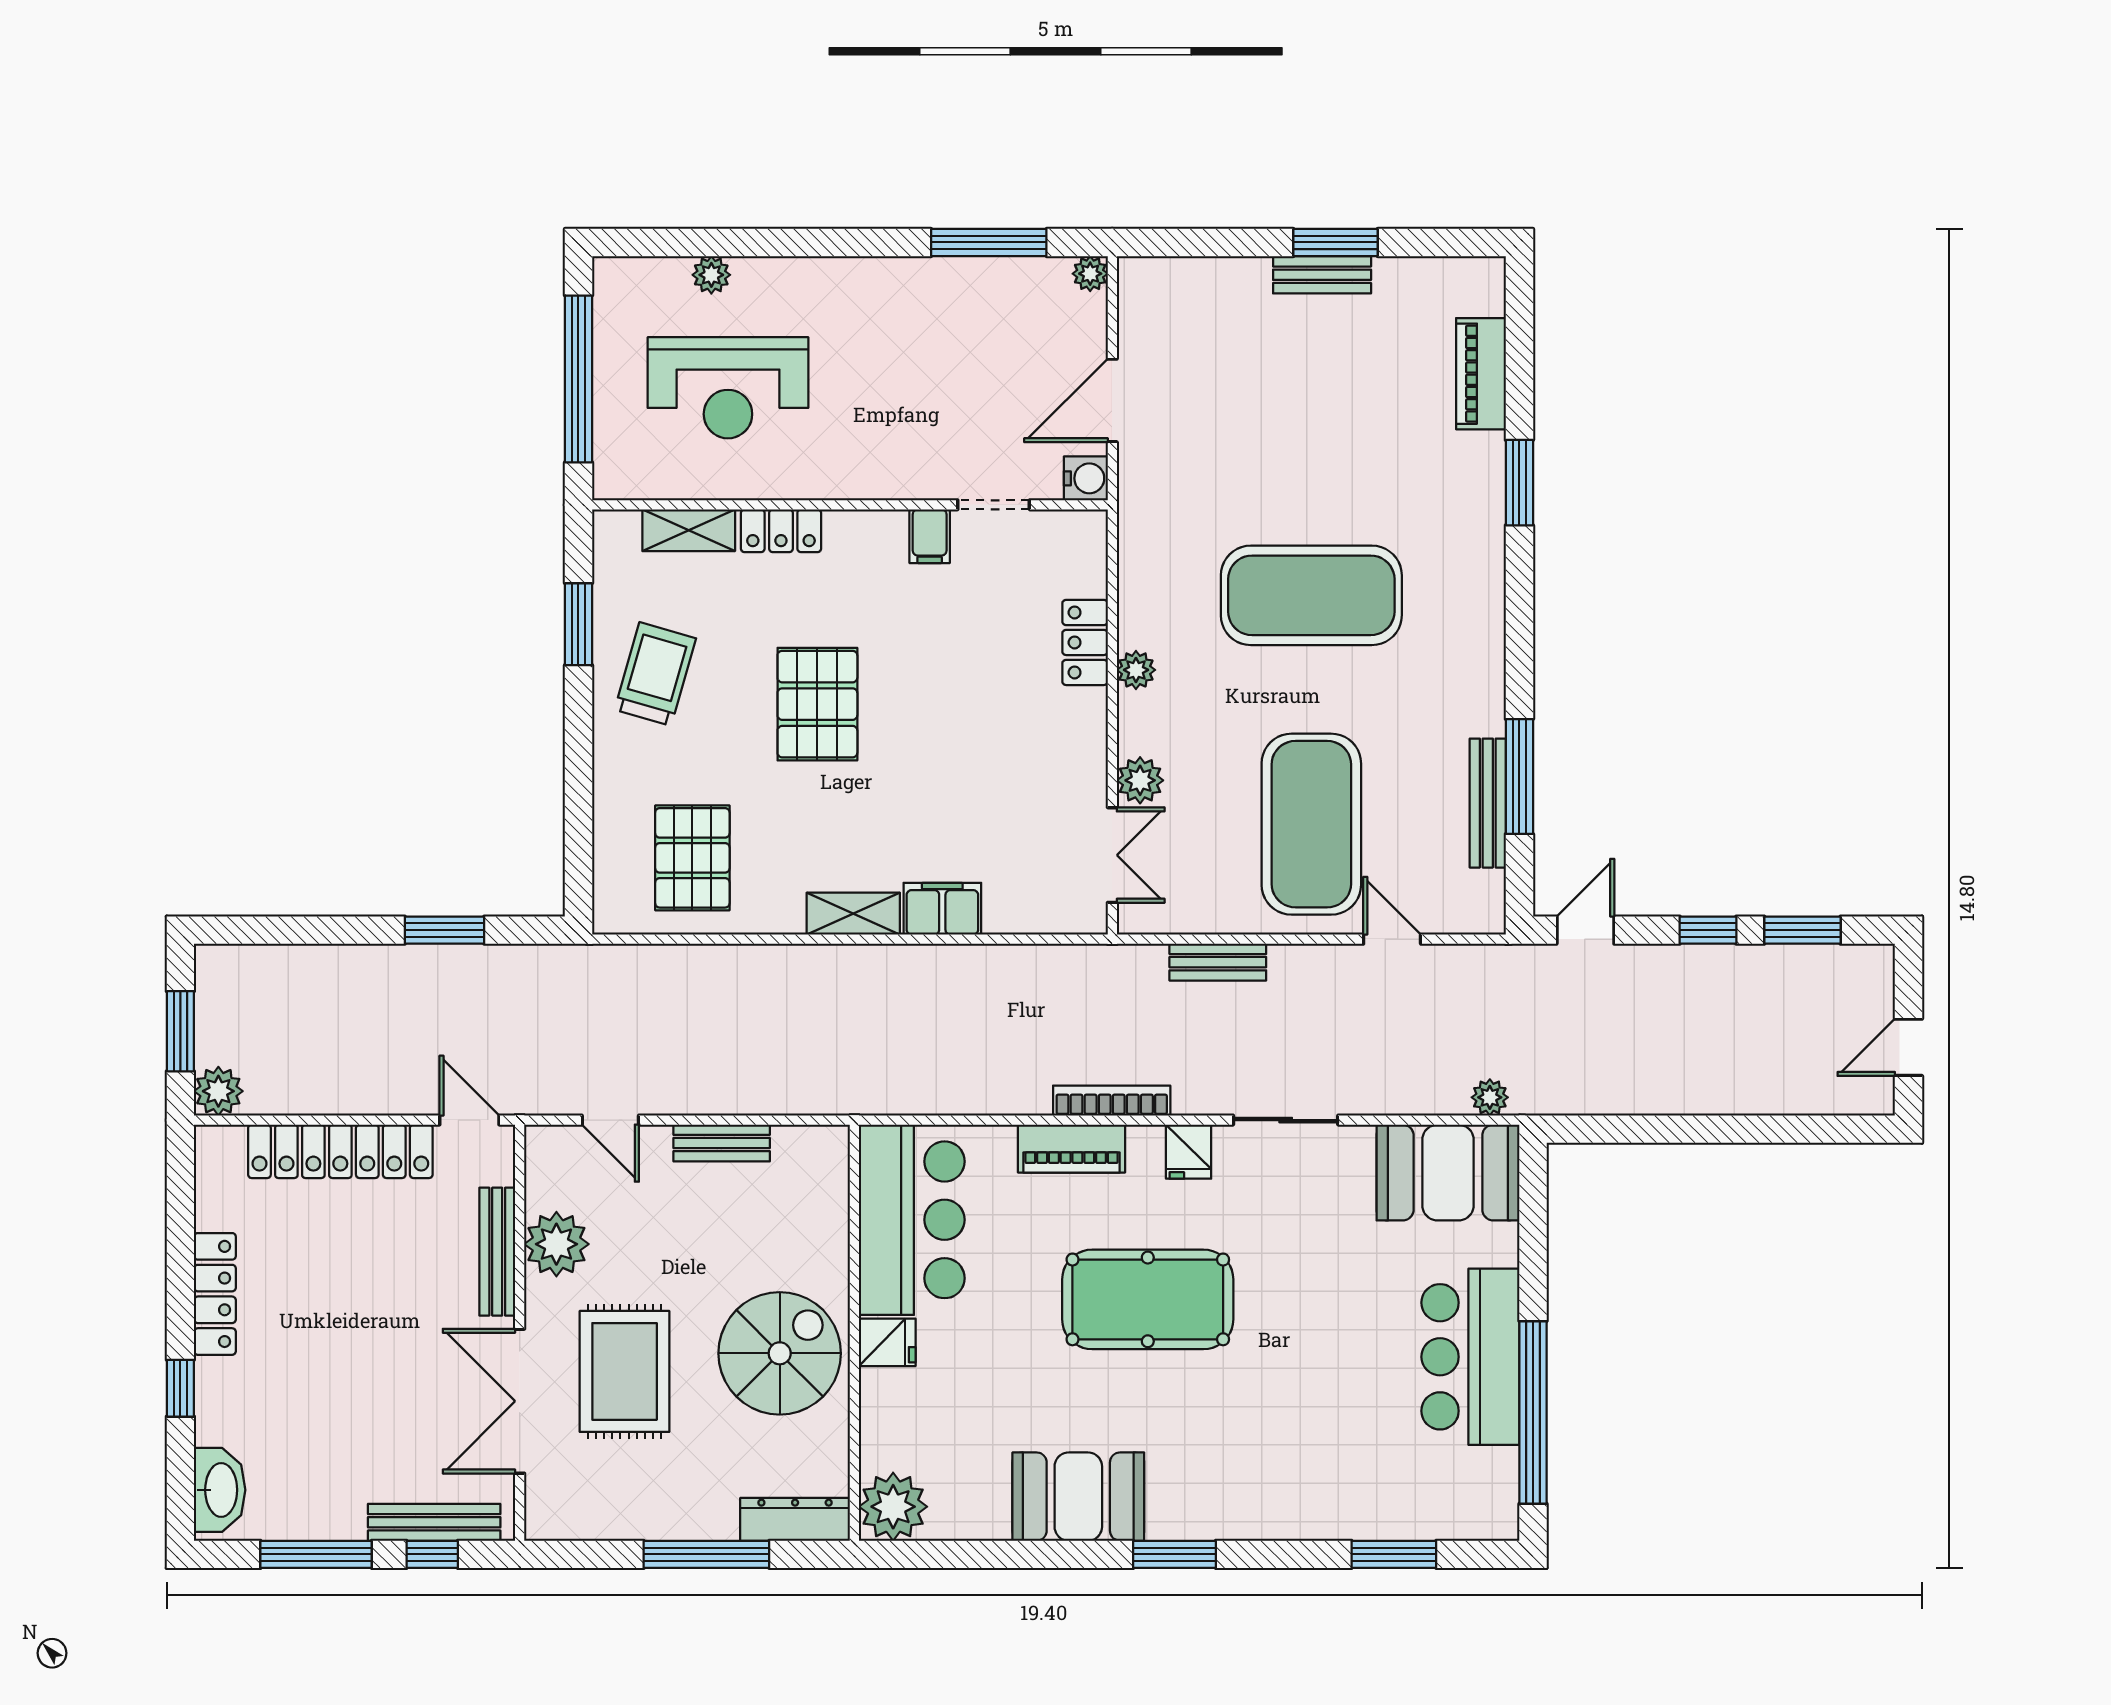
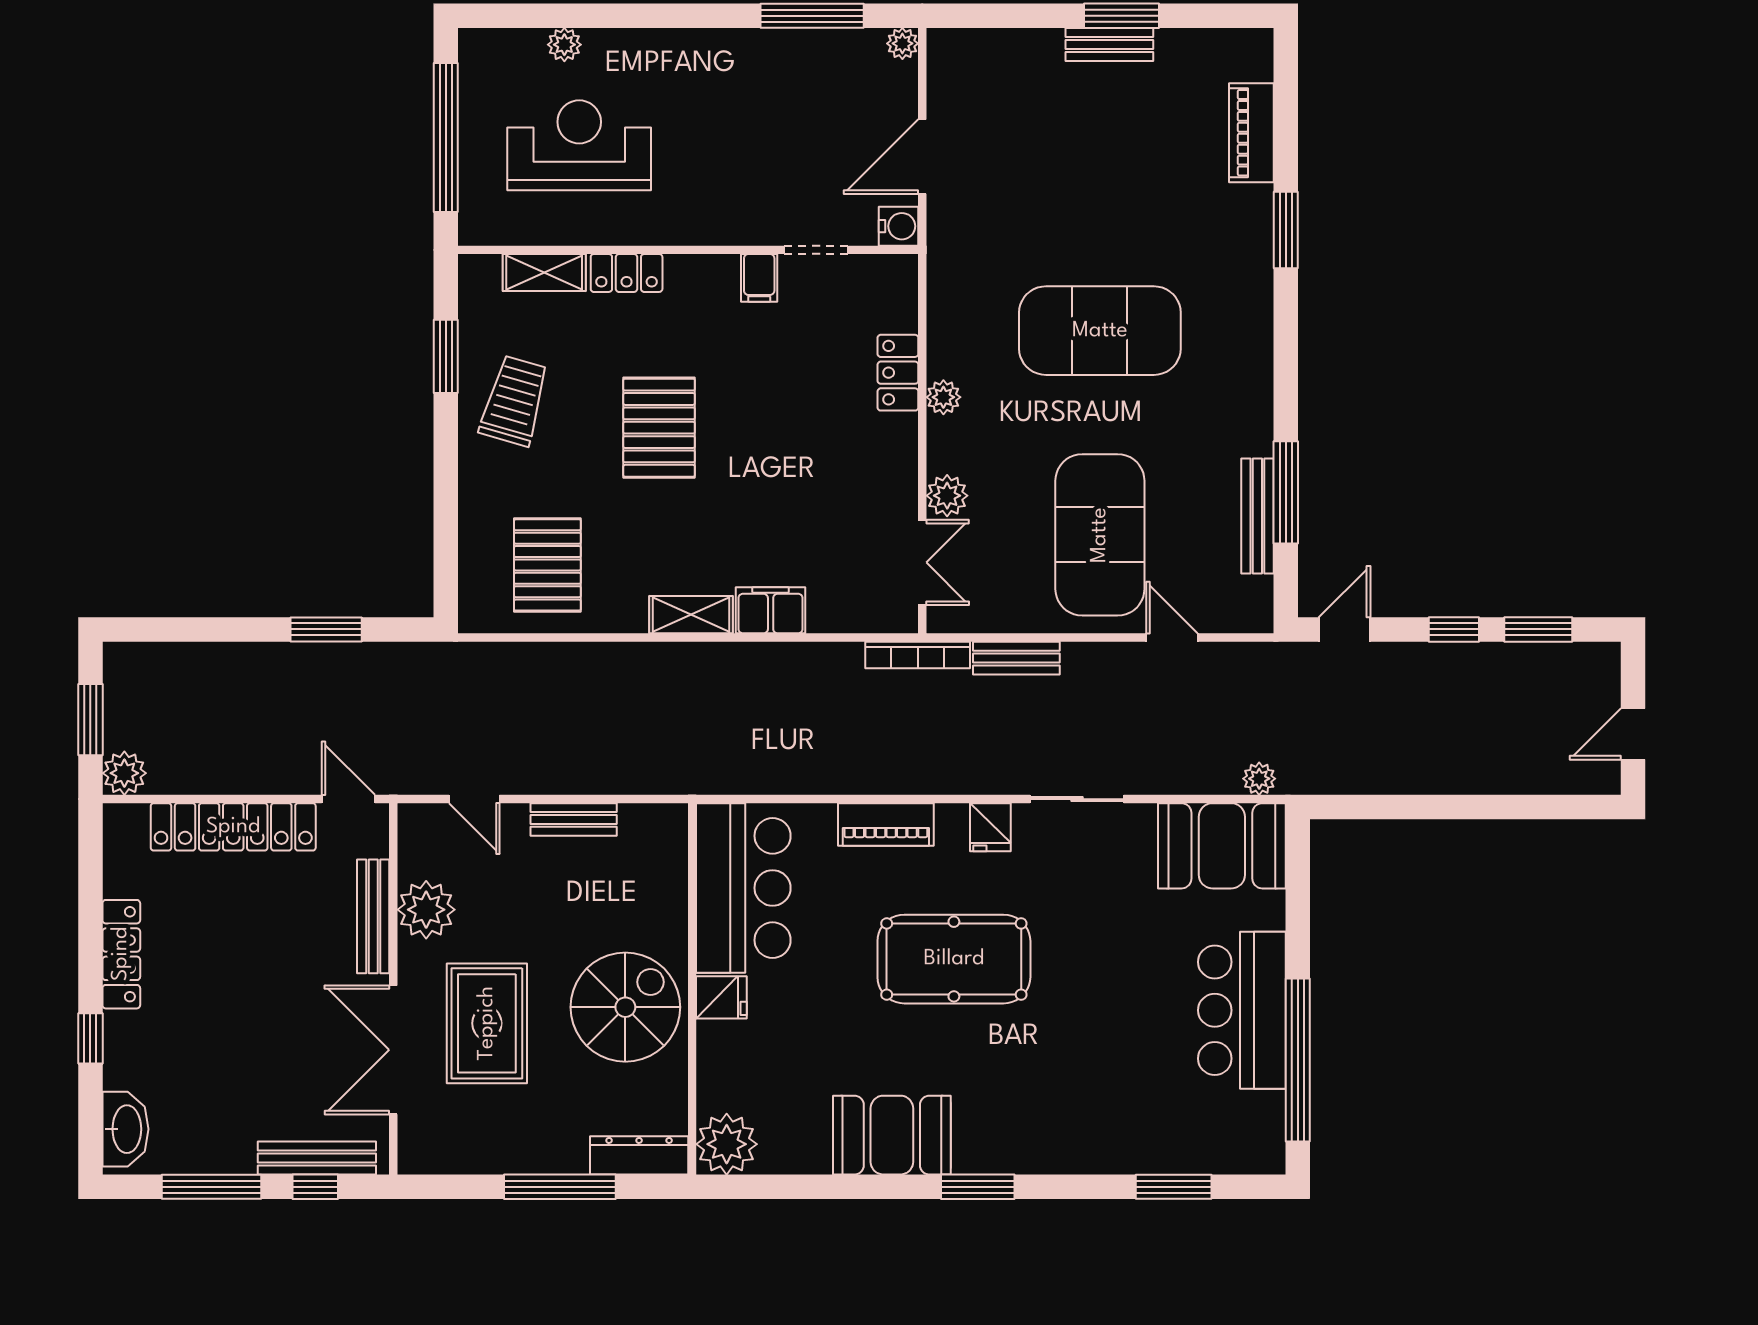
reception desk: (728, 388) -> (579, 145), turned 180
bookcase: (1112, 1101) -> (918, 655), moved, turned 180

